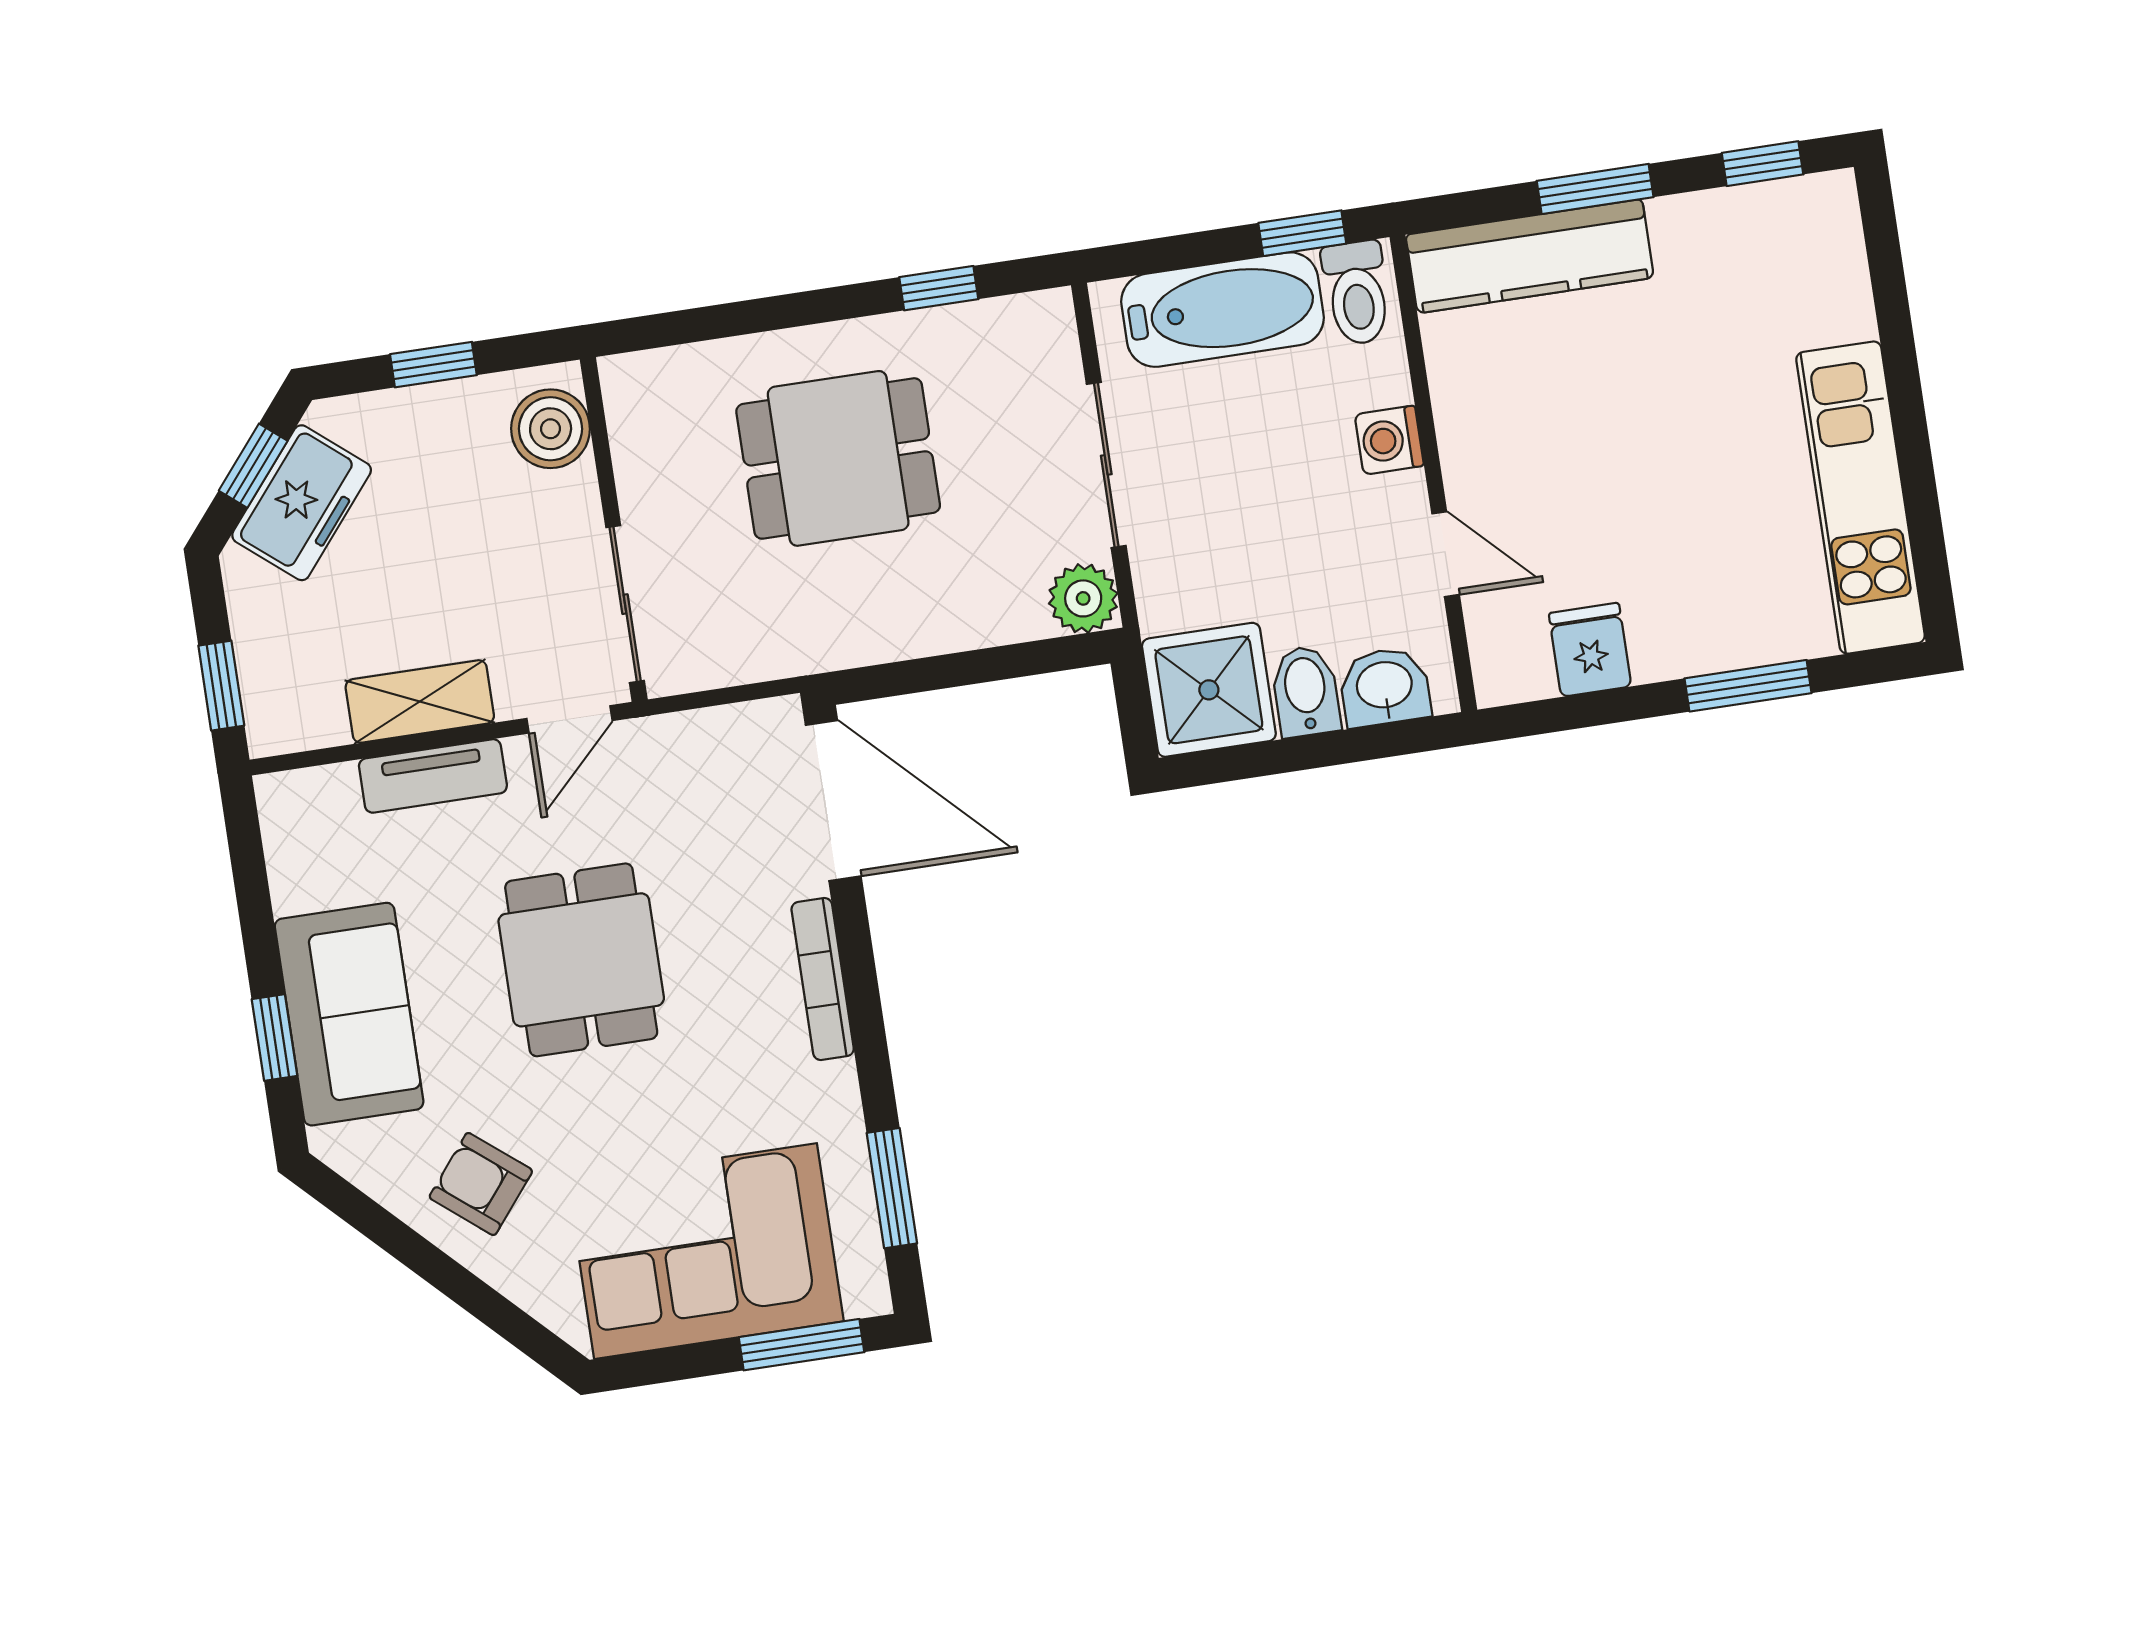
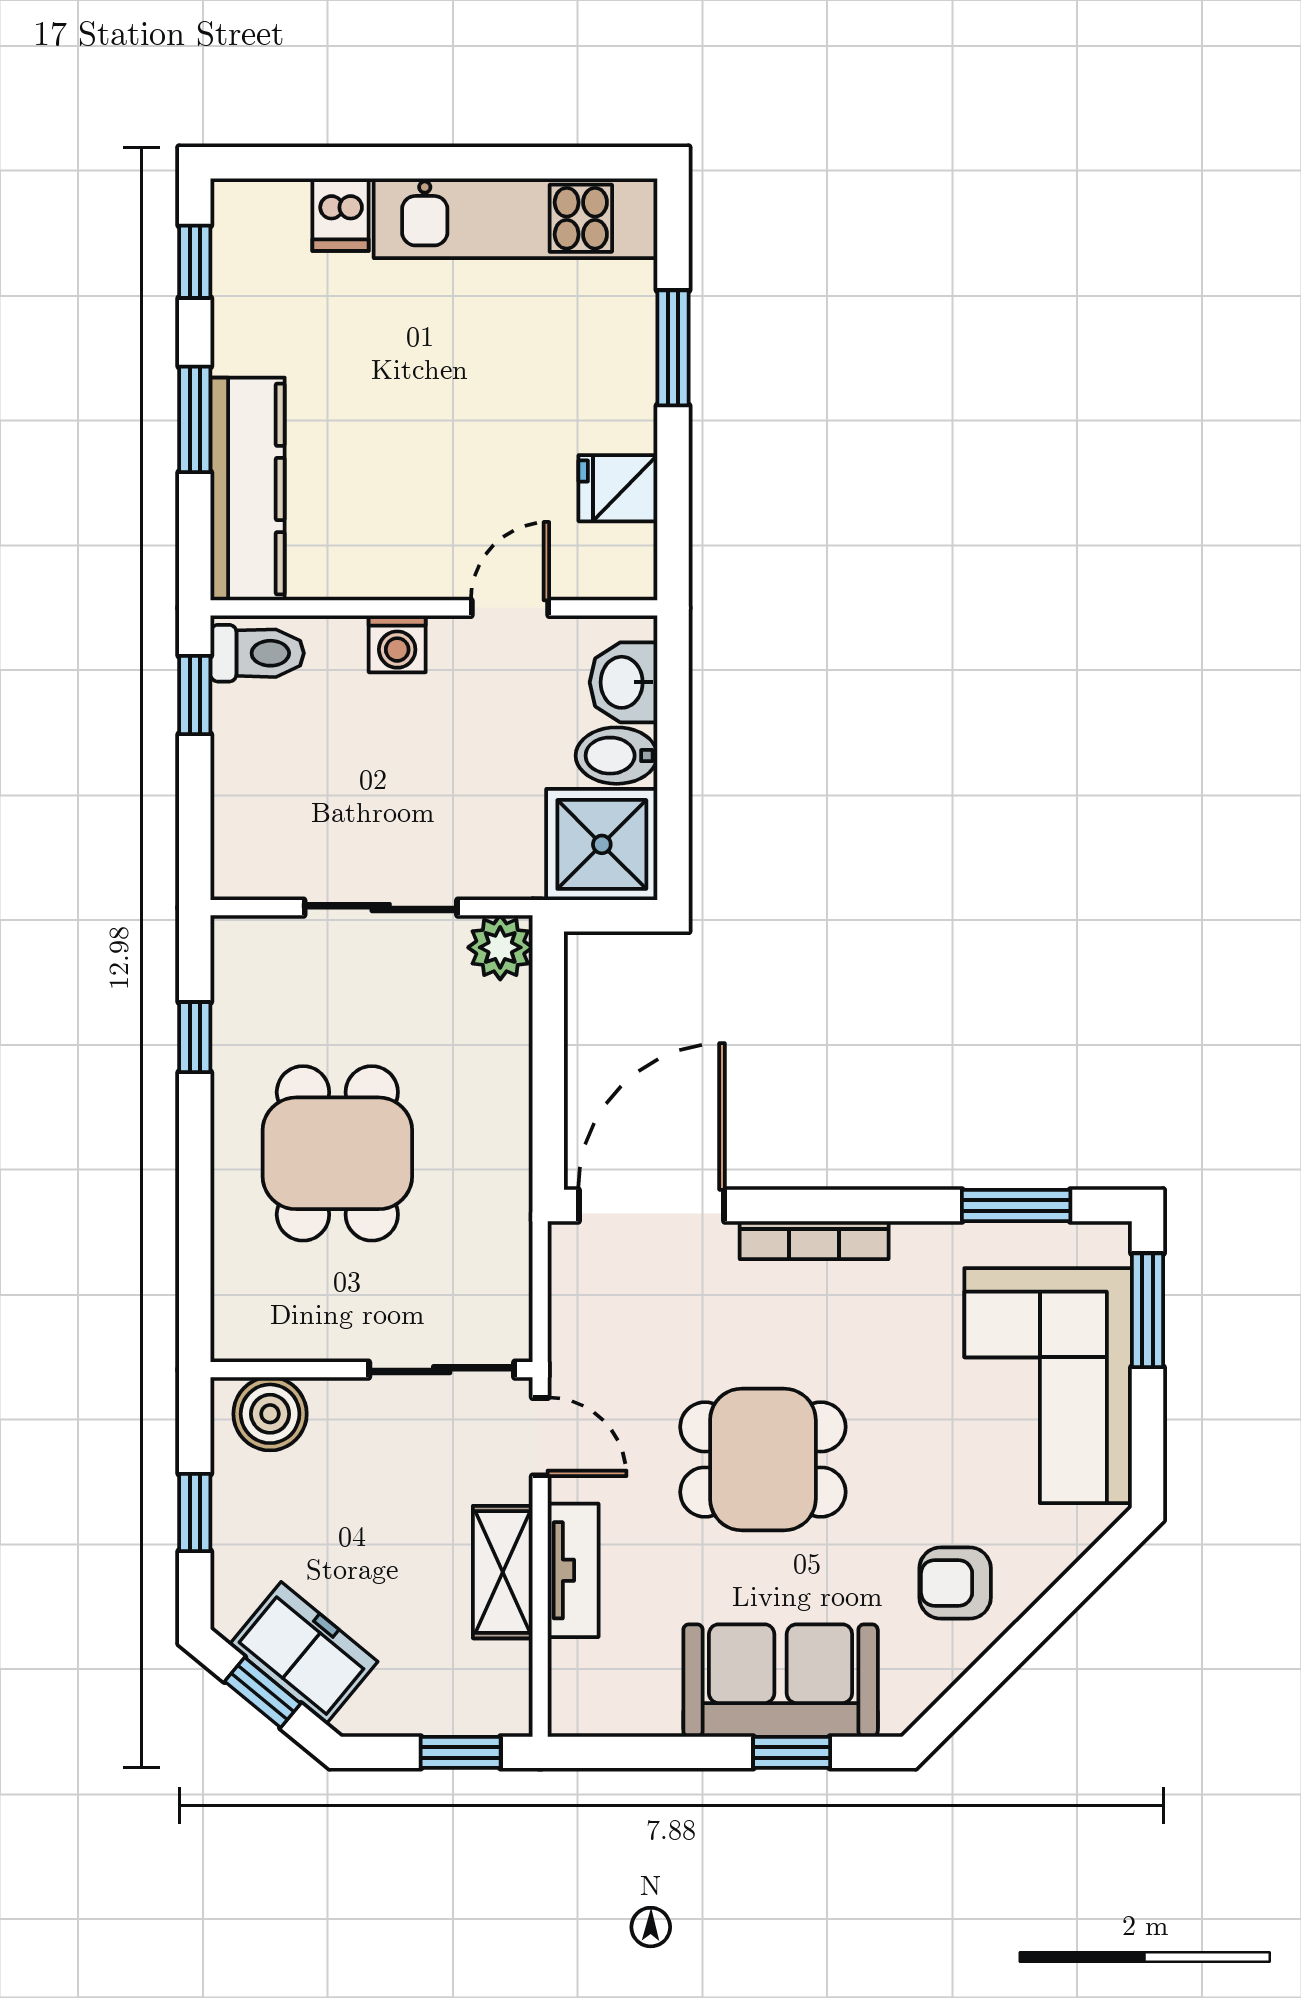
bathtub: (1223, 310) -> (254, 779), removed
dishwasher: (1836, 311) -> (341, 215), added
armchair: (481, 1184) -> (955, 1583), turned 51

